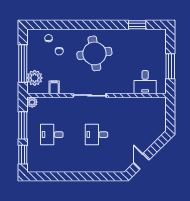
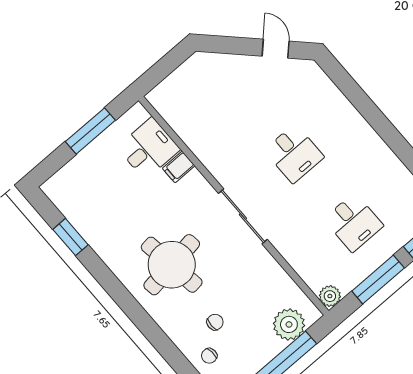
filing cabinet: (54, 87) -> (179, 167), moved
door: (141, 161) -> (276, 49), swing flipped

